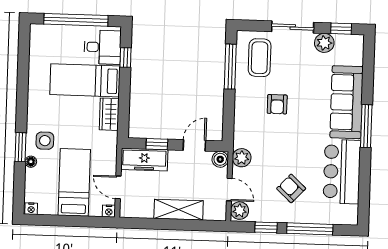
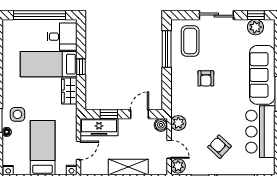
plant: (324, 43) -> (255, 27), moved
window: (125, 58) -> (81, 67), moved
door: (118, 187) -> (78, 150), swing flipped

